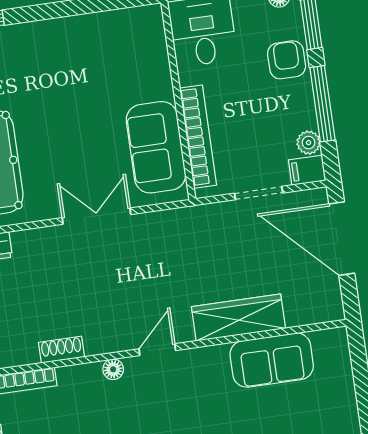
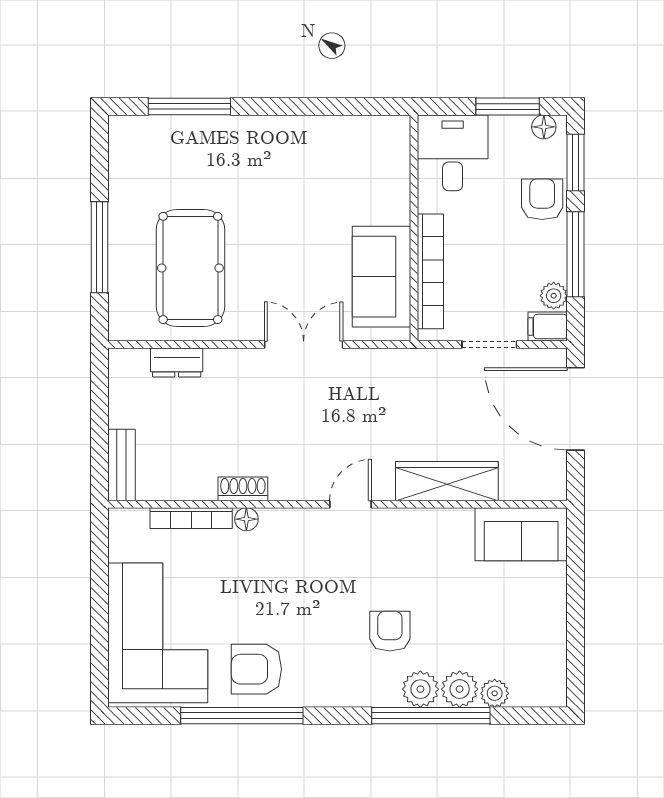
sofa: (272, 360) -> (521, 534), moved
floor lamp: (113, 369) -> (246, 519), moved

